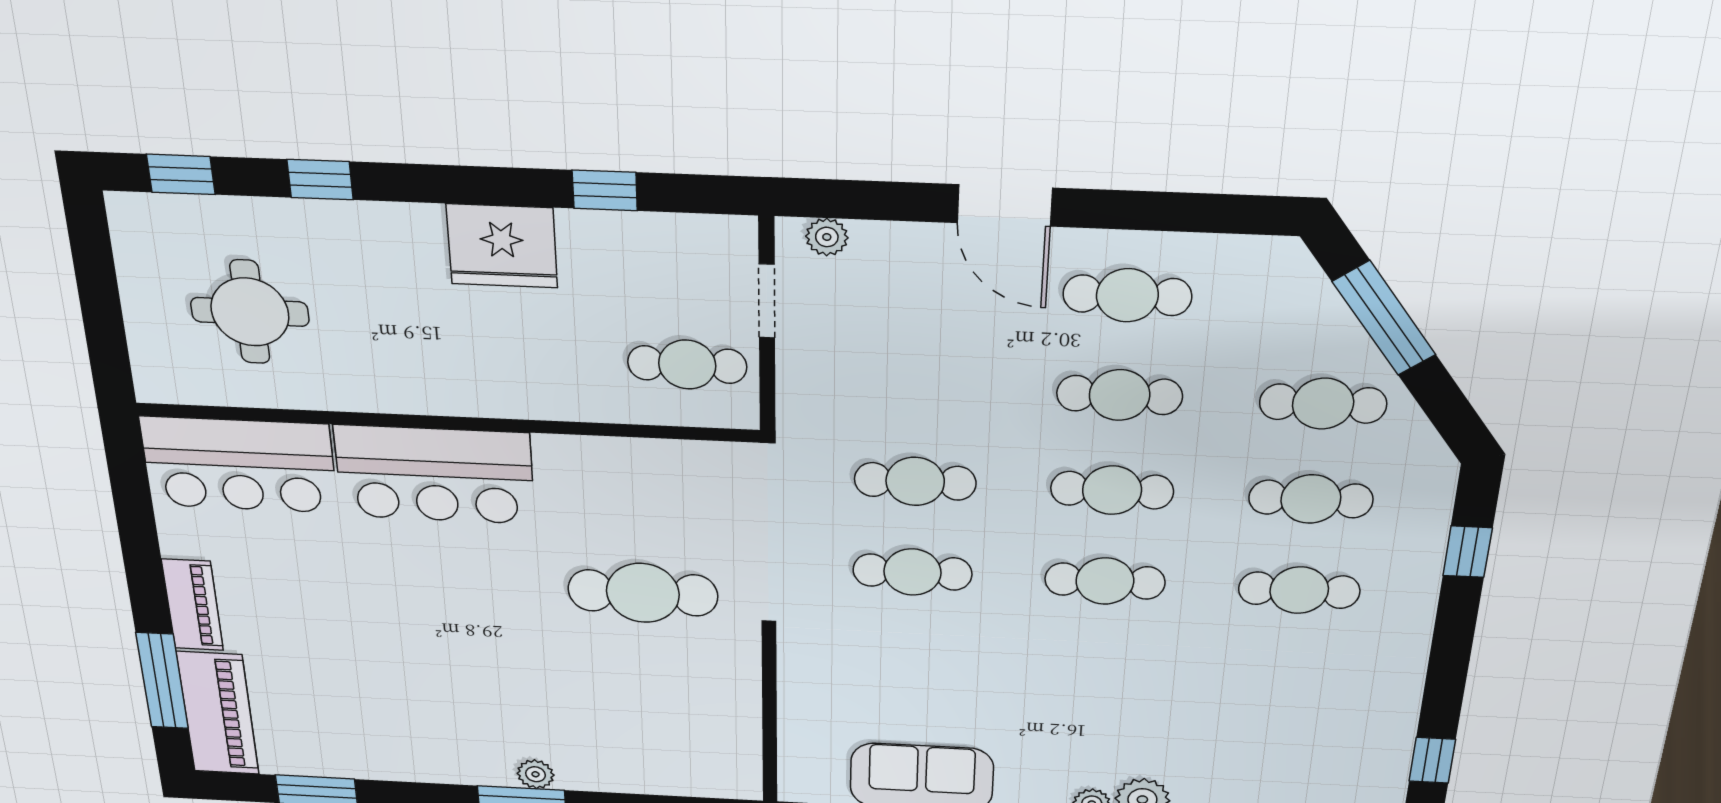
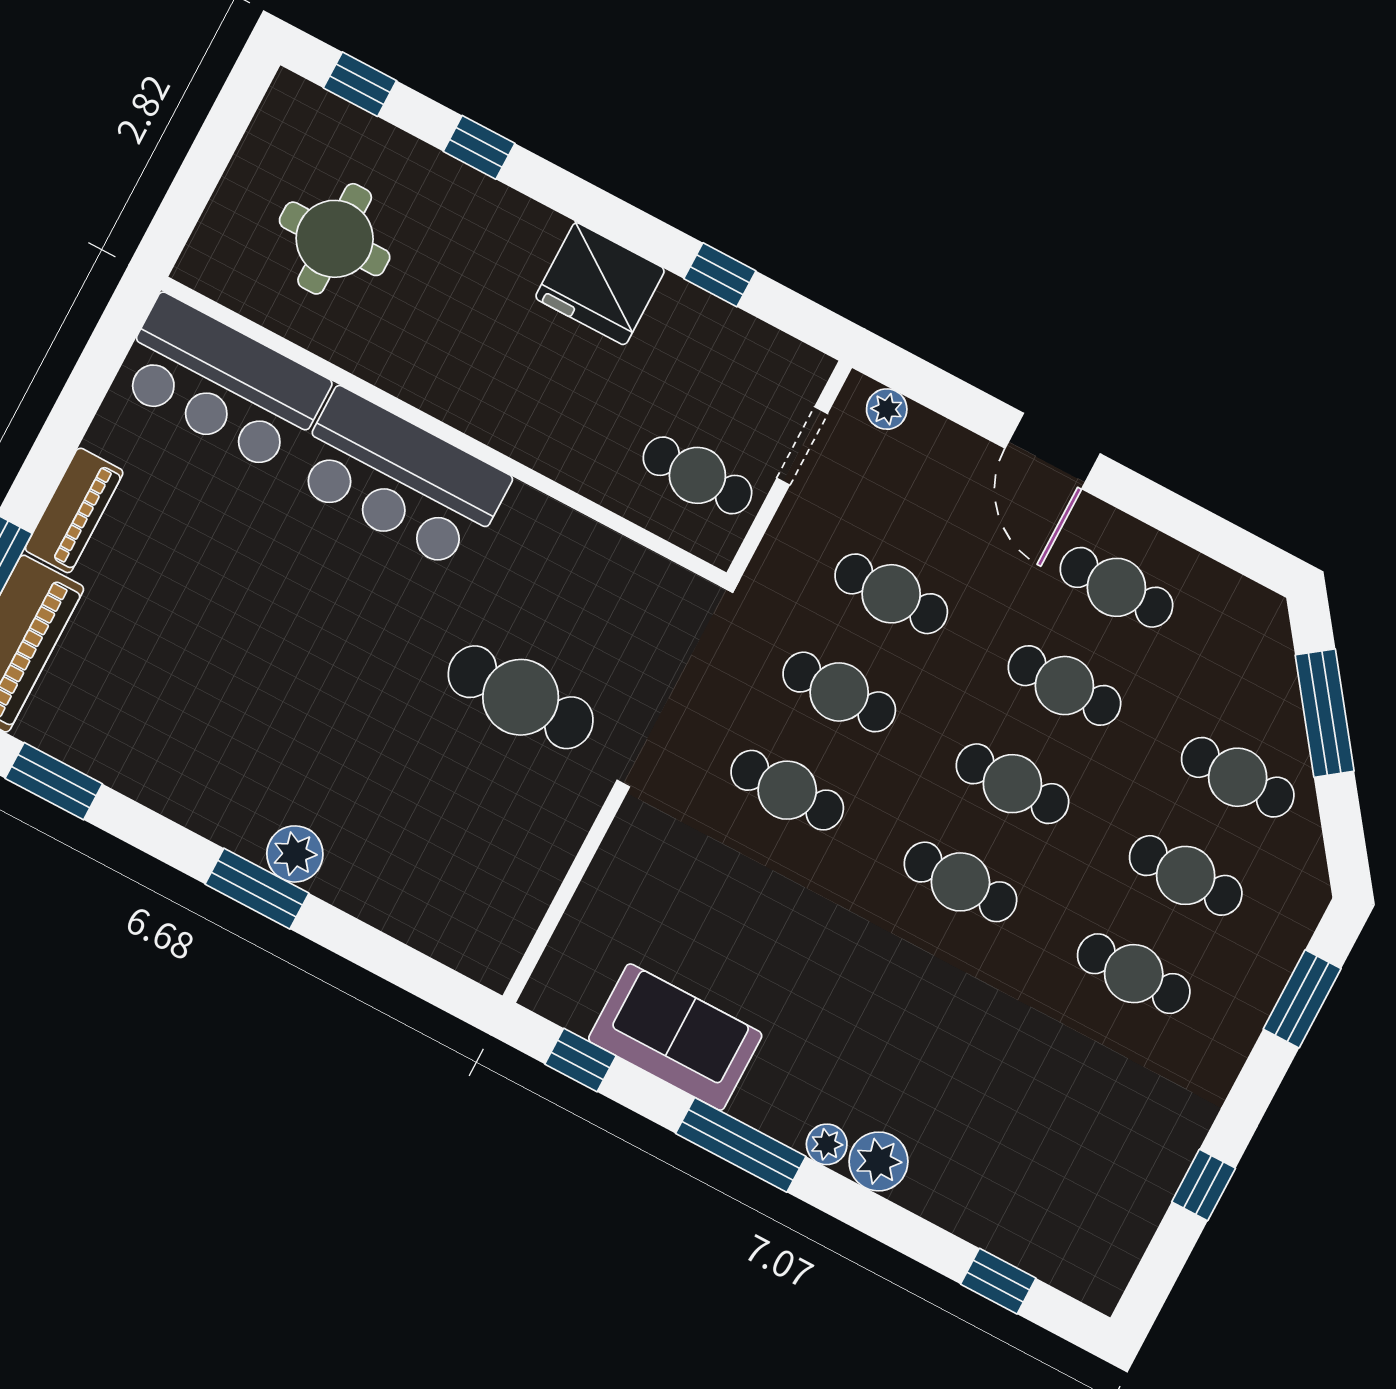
cafe table: (918, 387) -> (891, 594), added
window: (1467, 552) -> (1302, 999), width x1.50
window: (1432, 760) -> (1204, 1185), moved
plant: (535, 774) -> (295, 854), width x1.38, depth x1.38

